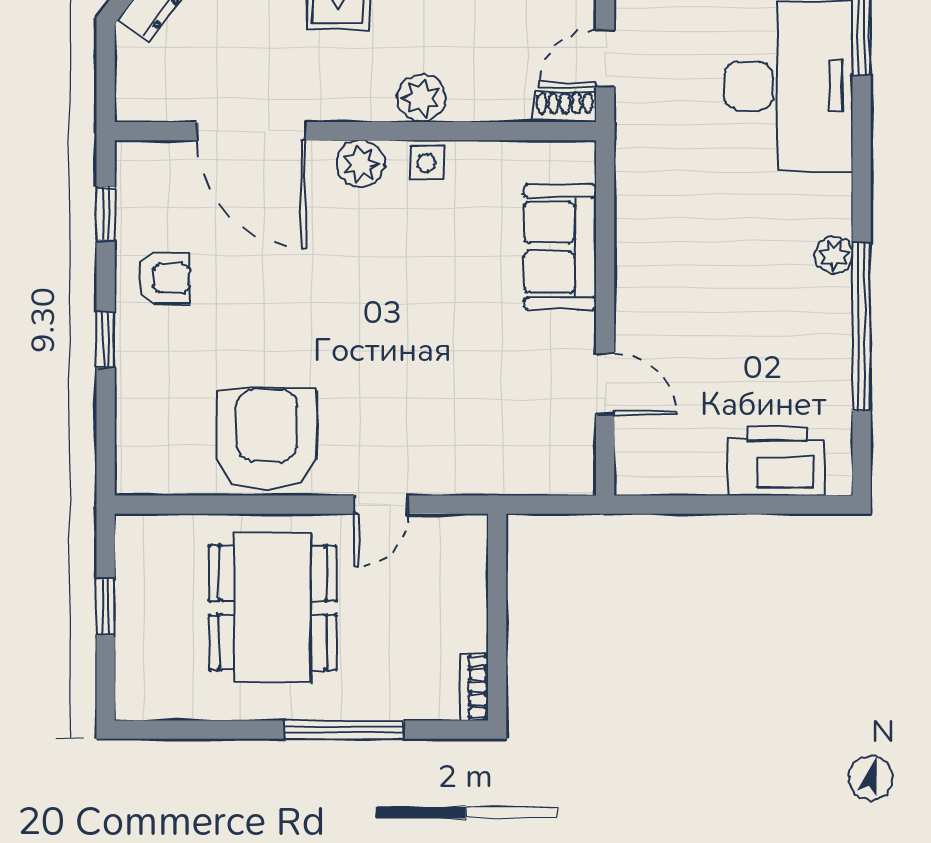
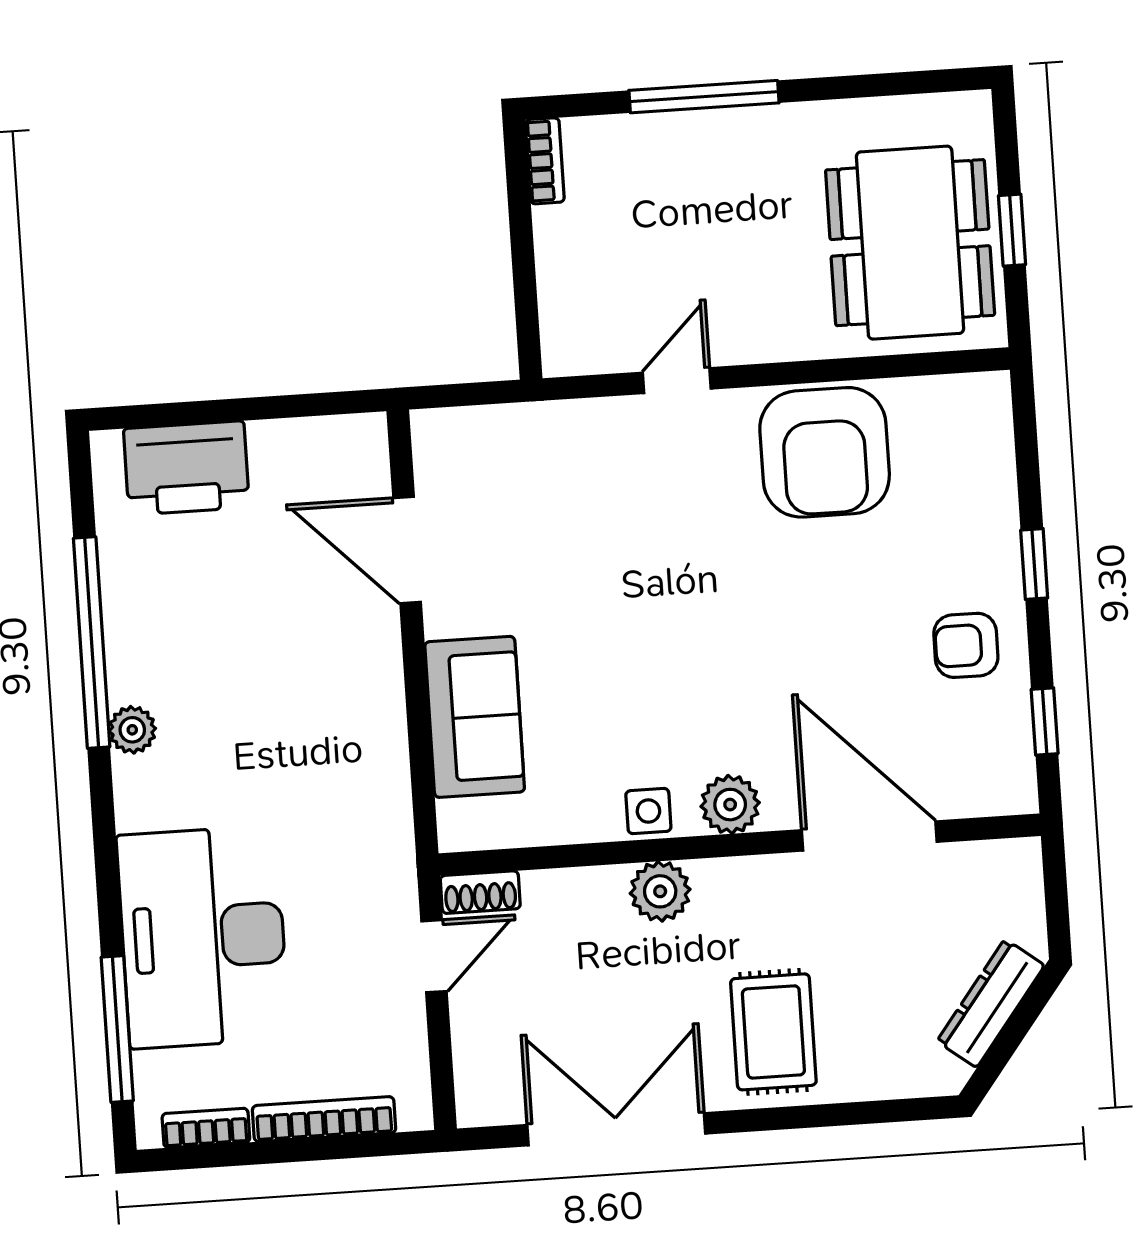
door: (605, 384) -> (407, 550), width x1.38
dining table: (273, 608) -> (910, 243), moved

